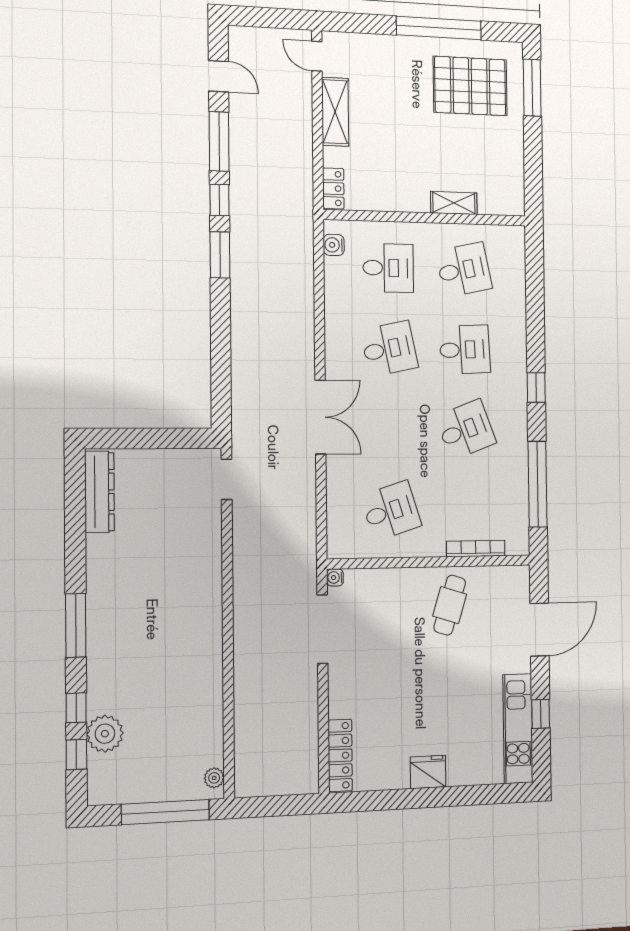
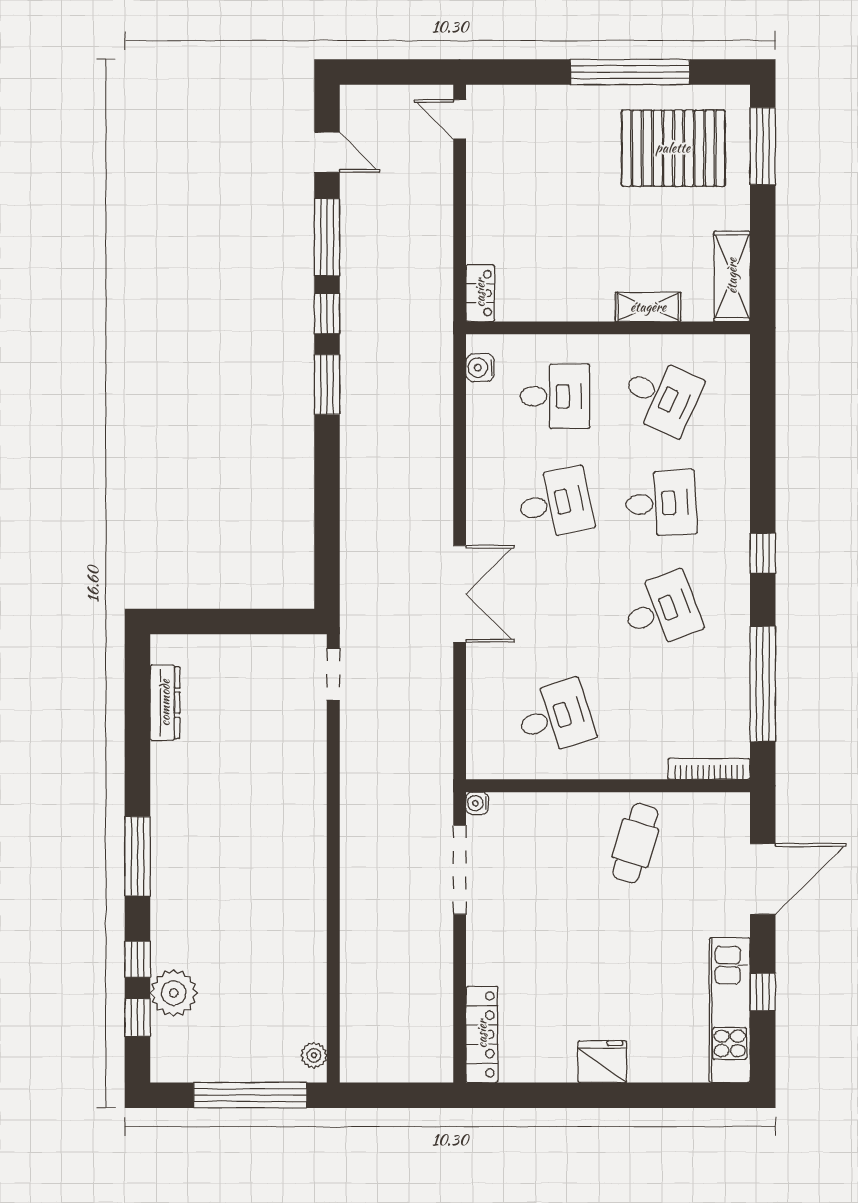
shelving: (335, 112) -> (732, 276), moved
desk: (464, 270) -> (661, 396), turned 36
dresser: (99, 492) -> (165, 703), width x0.73, depth x0.80
bookcase: (476, 549) -> (709, 769), moved

